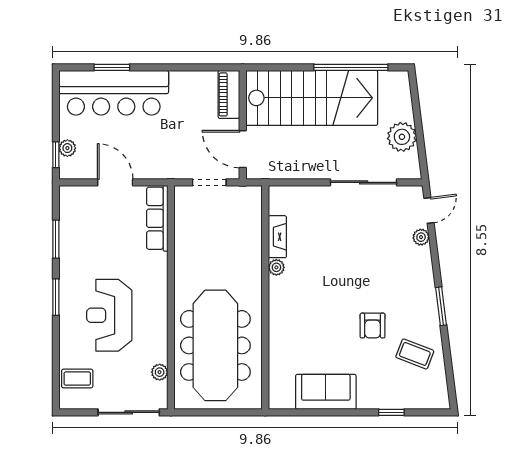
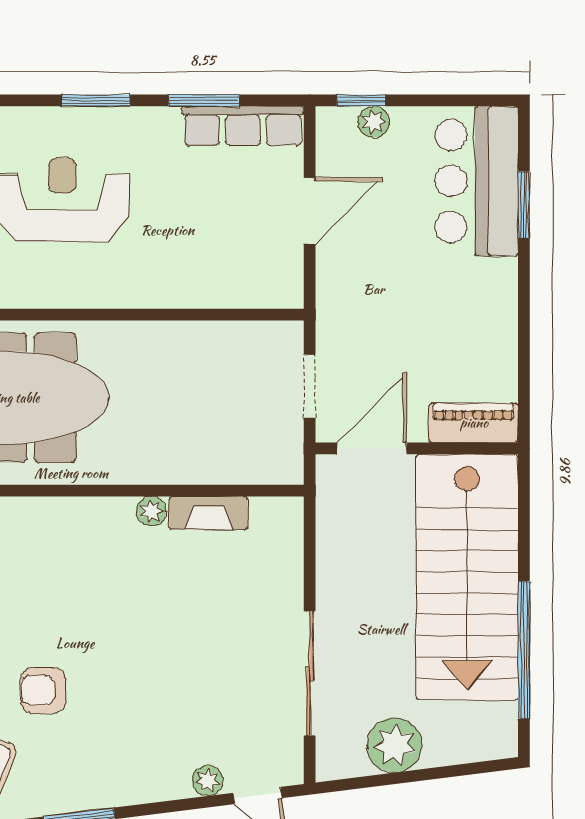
bar counter: (114, 93) -> (477, 181), width x0.73
row of seats: (157, 218) -> (243, 126), moved, turned 180

